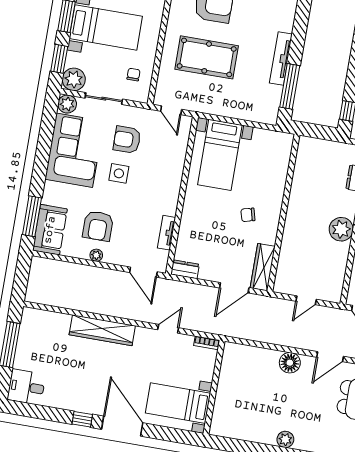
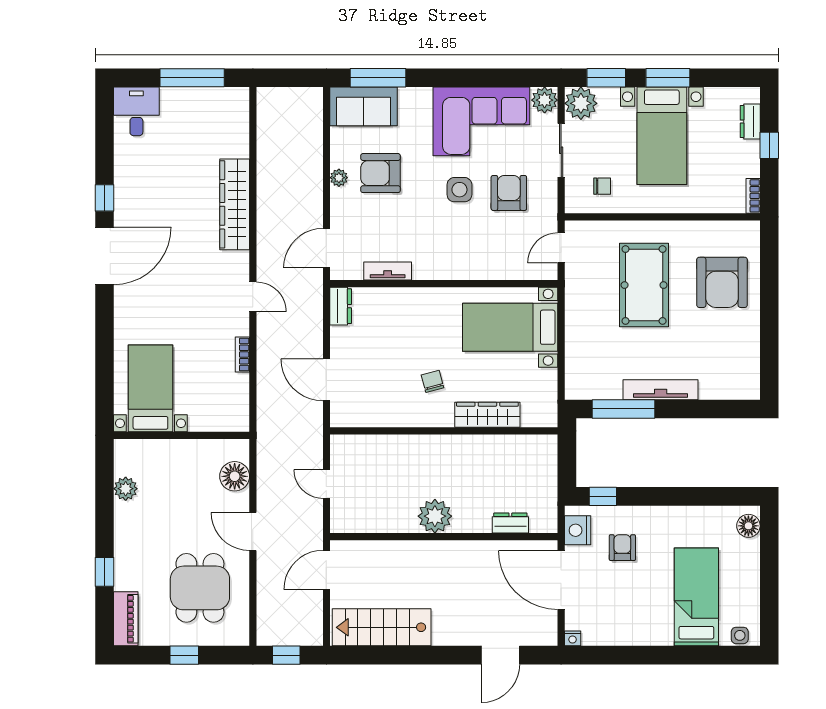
wardrobe: (263, 267) -> (487, 415), moved
wall: (214, 387) -> (182, 435), moved
bed with nightstands: (178, 403) -> (150, 388), moved

